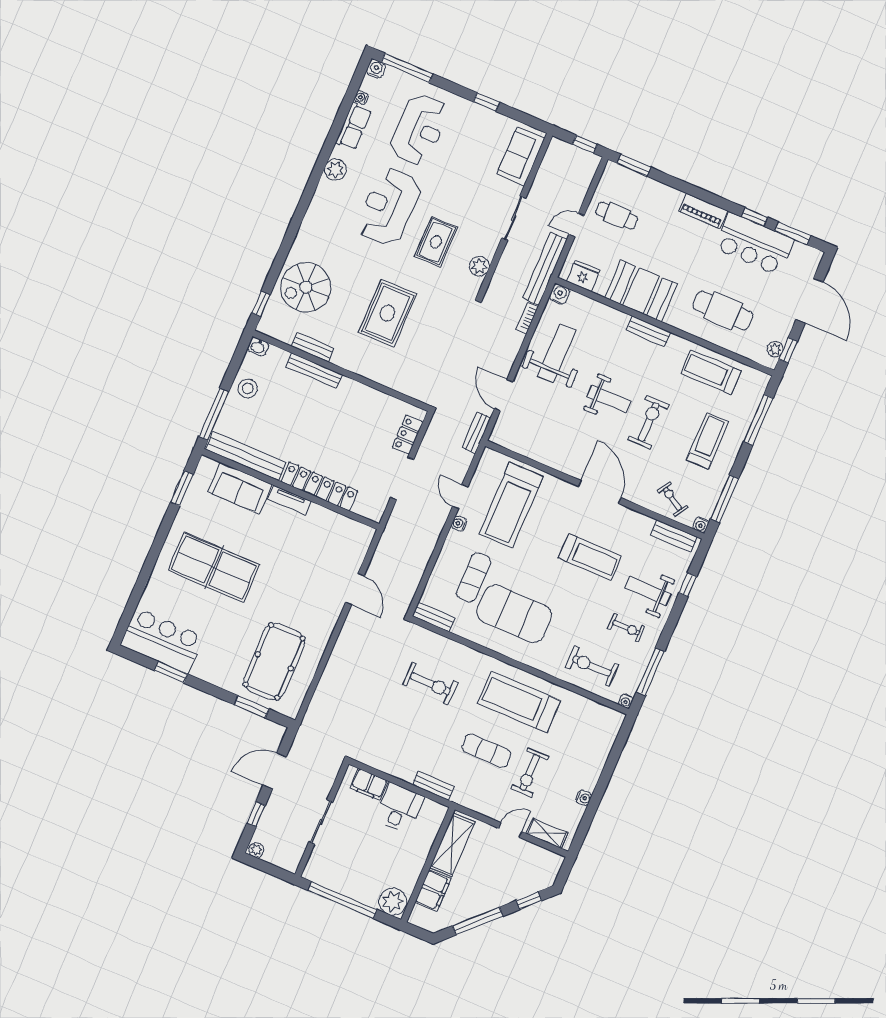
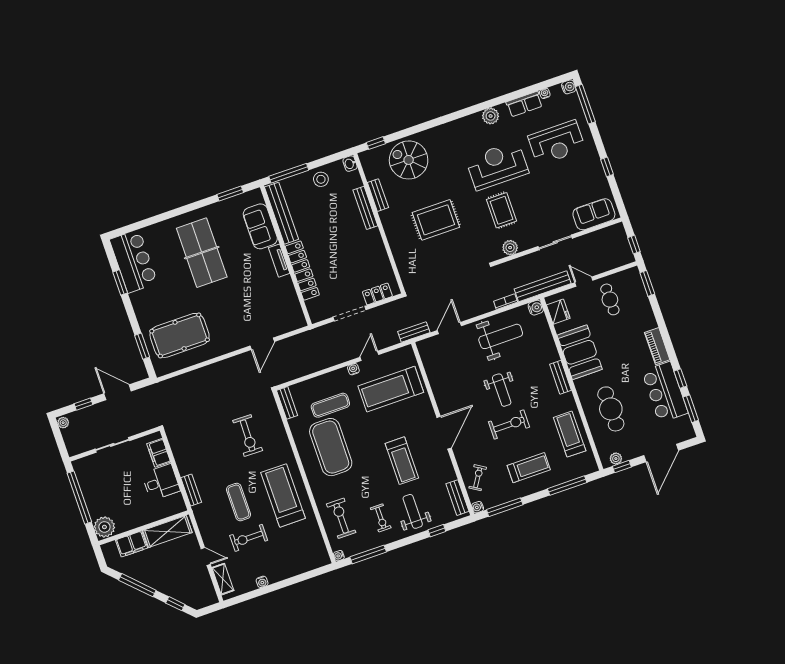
rug: (436, 242) -> (501, 210), turned 90

